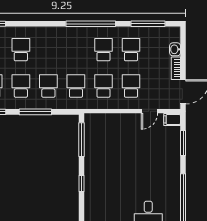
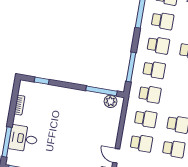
window: (35, 112) -> (131, 67), moved
plant: (91, 128) -> (111, 101), added
window: (82, 184) -> (42, 81), moved

